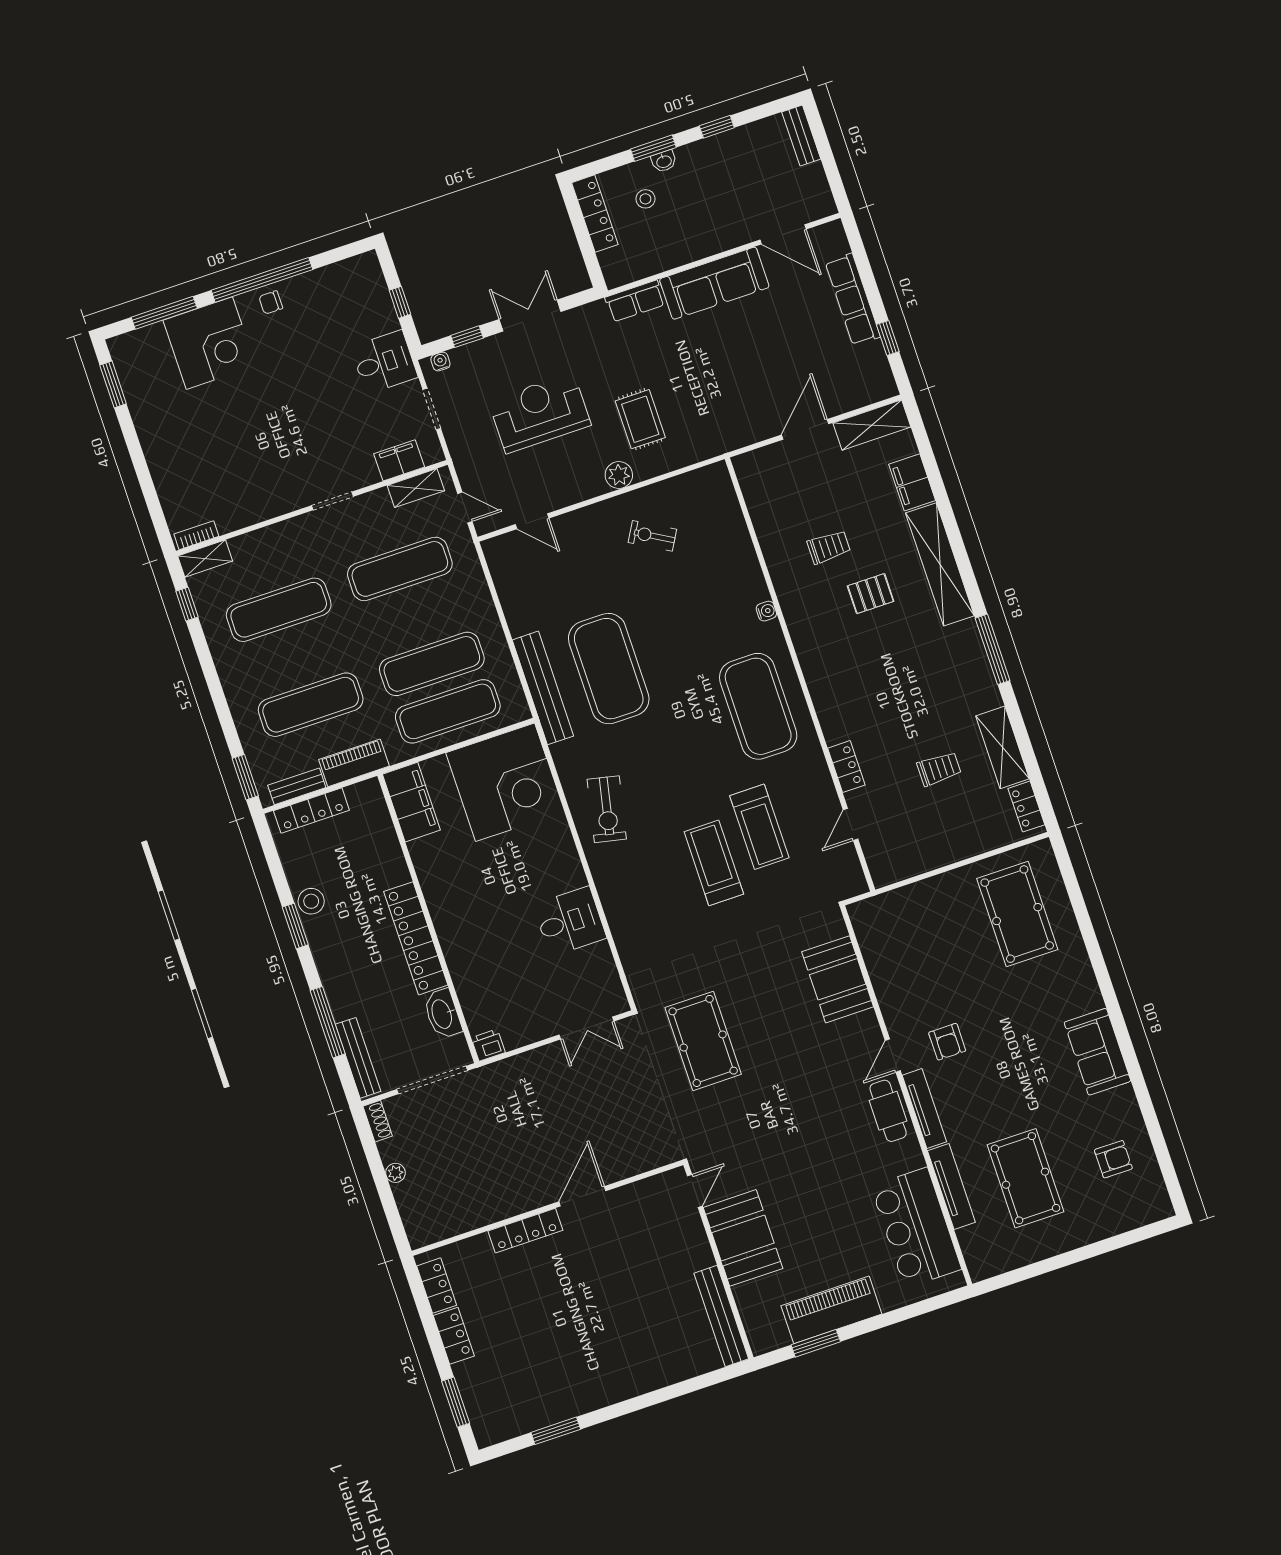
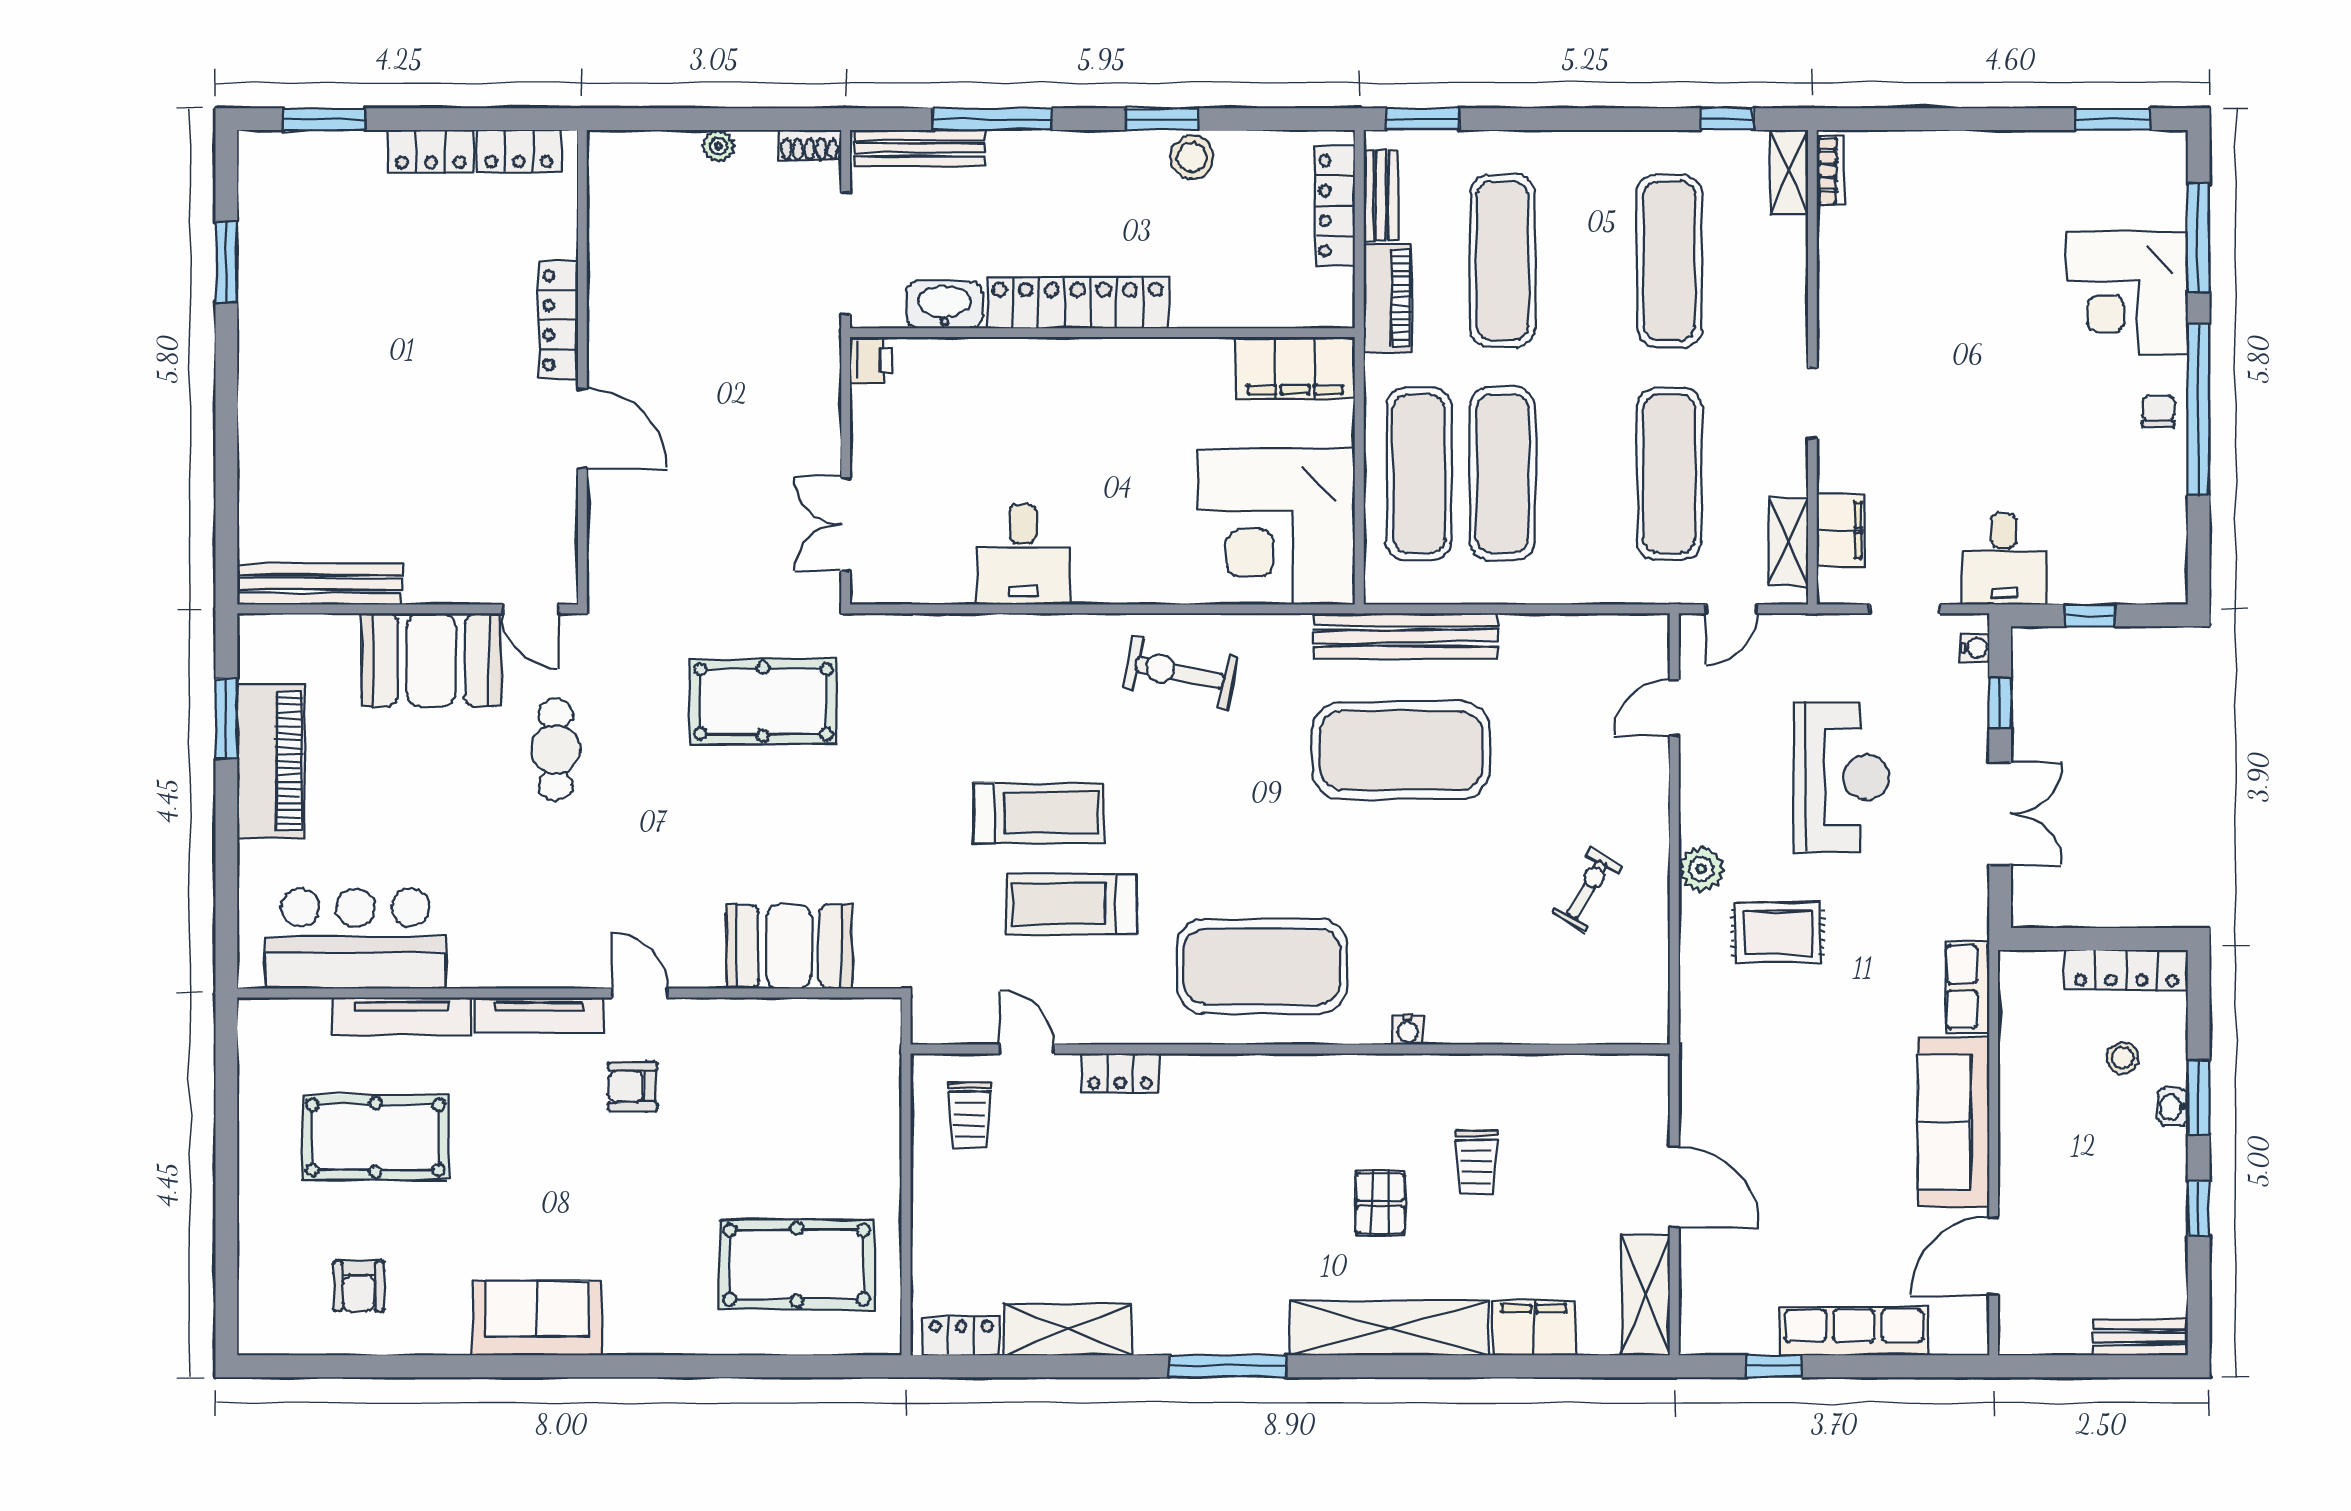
trolley: (939, 769) -> (970, 1115), moved
cafe table: (888, 1111) -> (556, 750), moved, turned 90

